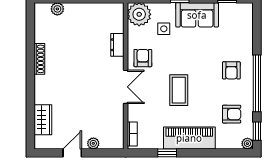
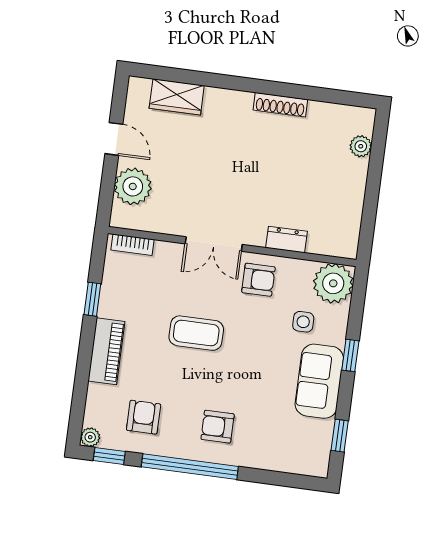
armchair: (232, 114) -> (144, 417), turned 180
piano: (189, 138) -> (106, 351), width x0.73, depth x0.75
plant: (93, 143) -> (133, 186), width x1.88, depth x1.88

